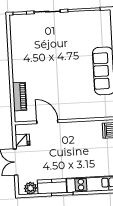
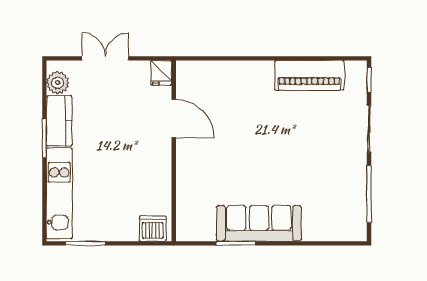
piano: (20, 97) -> (309, 75), moved, width x1.37, depth x1.33
door: (47, 122) -> (174, 119), hinge flipped
fridge: (22, 140) -> (161, 73), moved

